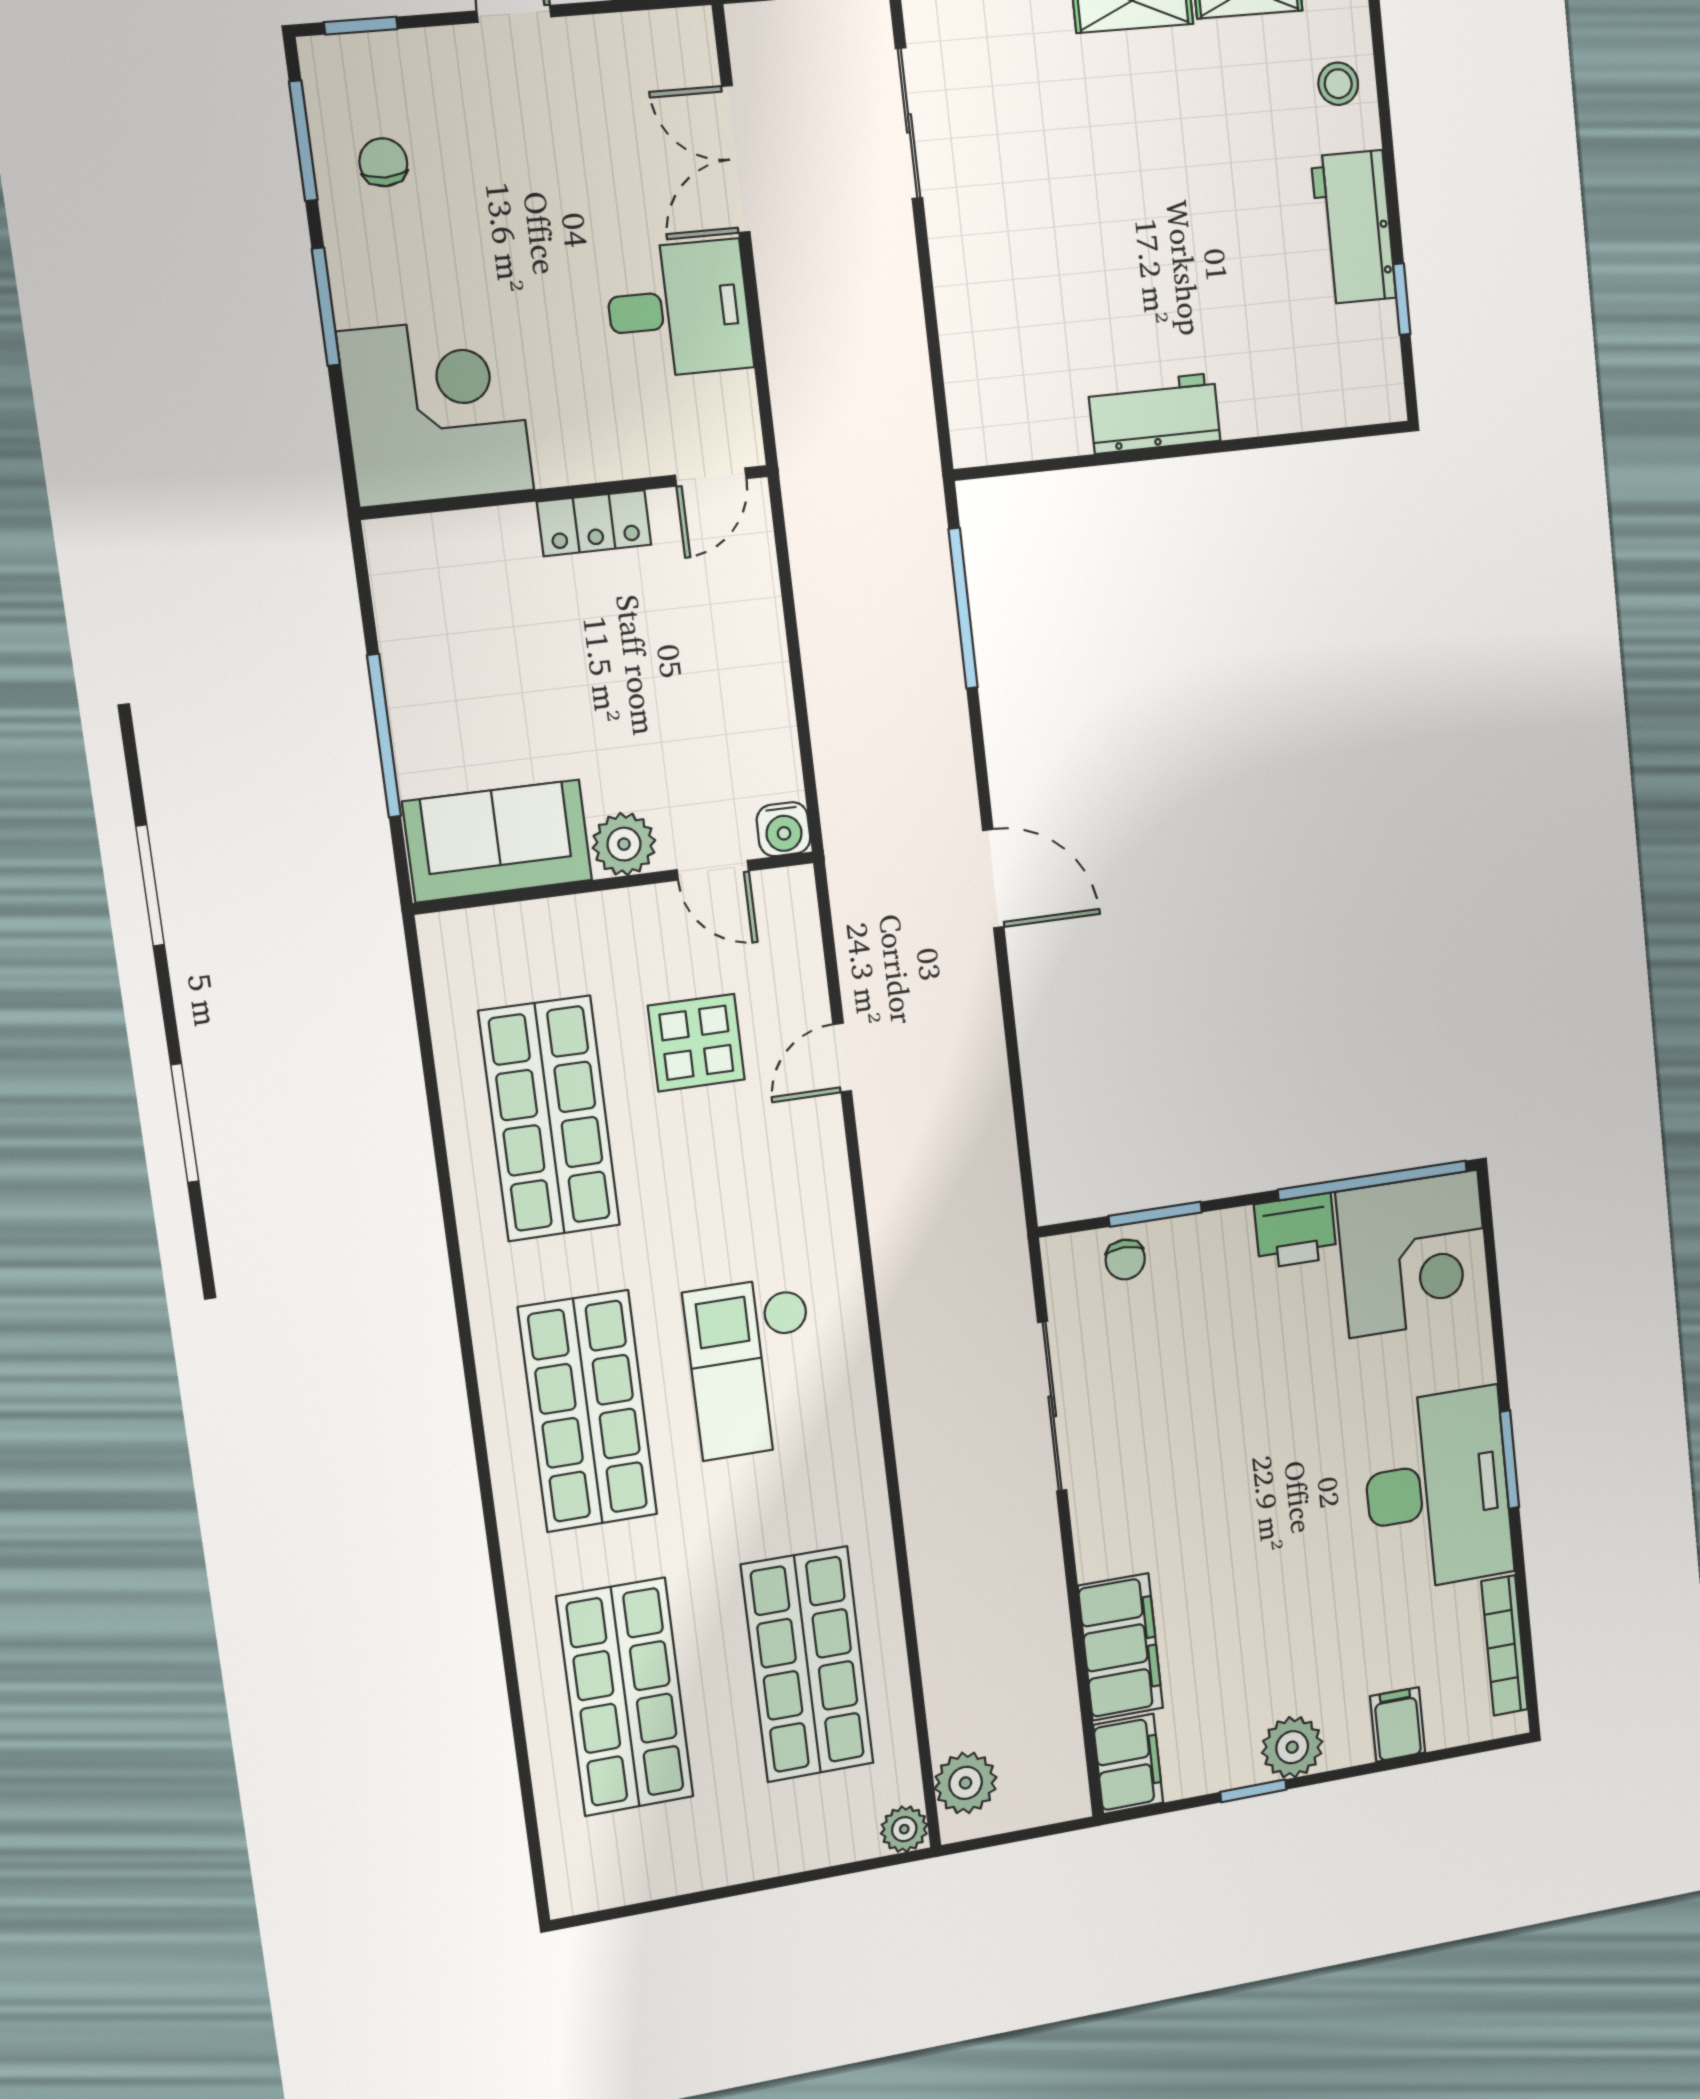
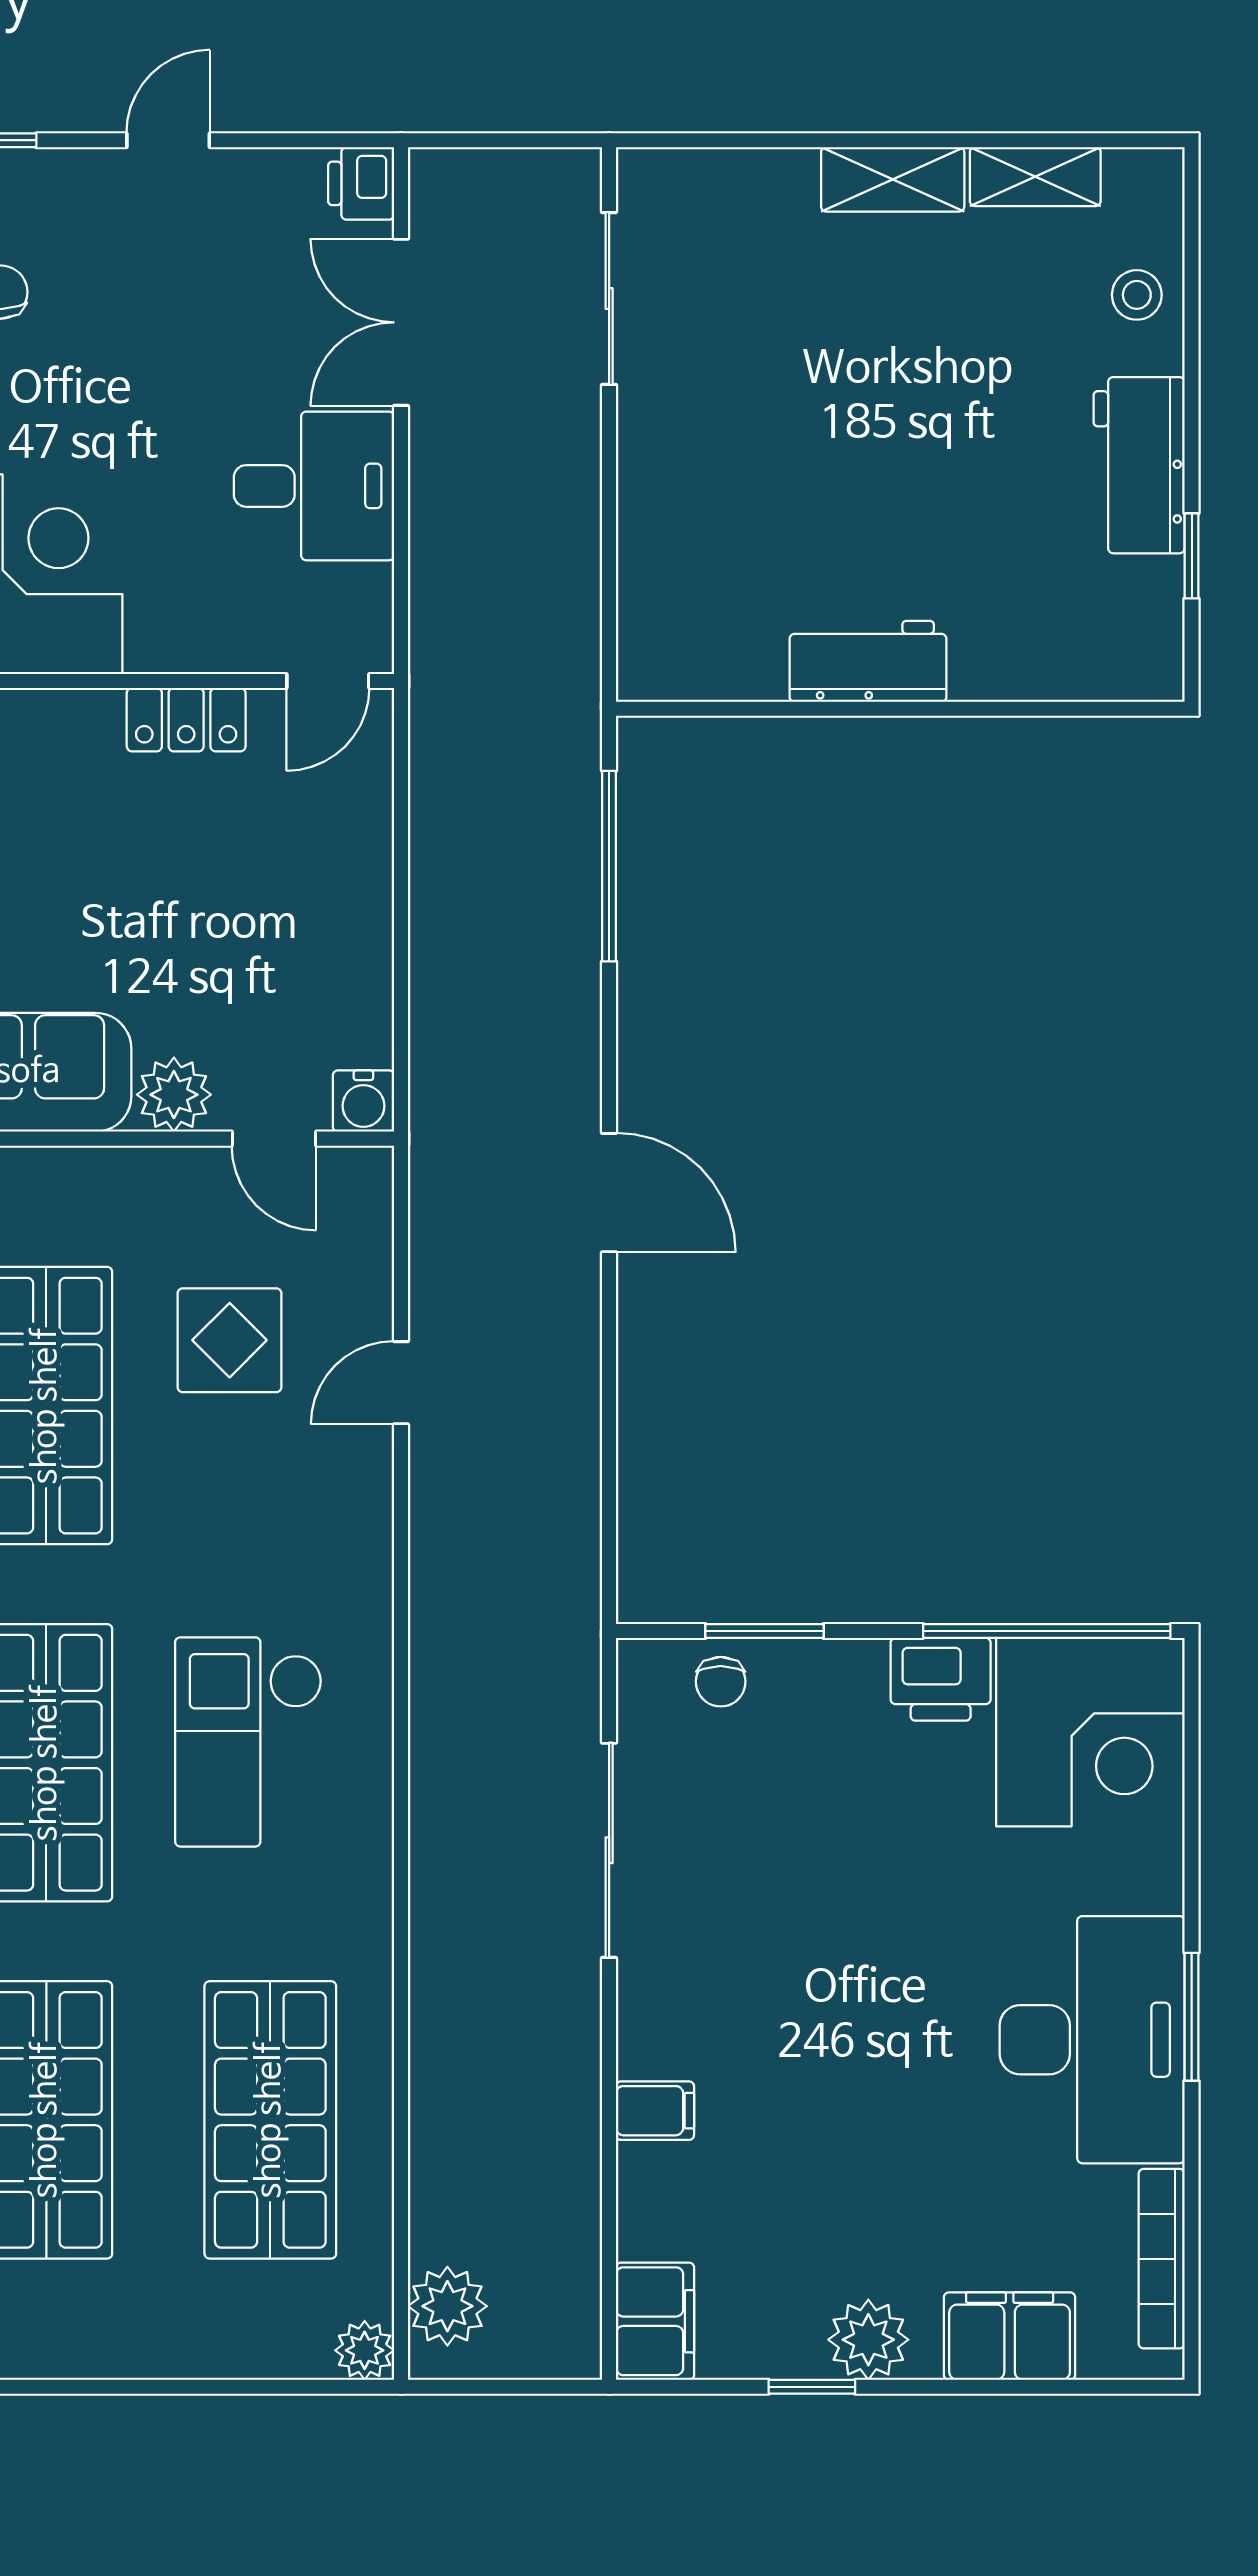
printer: (687, 39) -> (361, 183), added
filing cabinet: (1121, 1647) -> (655, 2111), width x0.33, depth x0.86
filing cabinet: (1398, 1724) -> (1010, 2336), width x2.00

